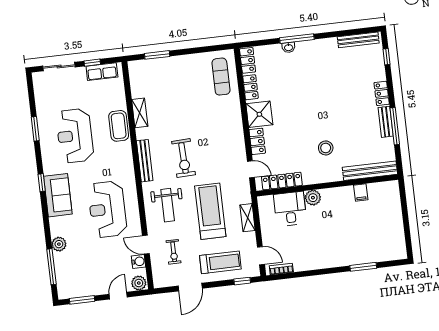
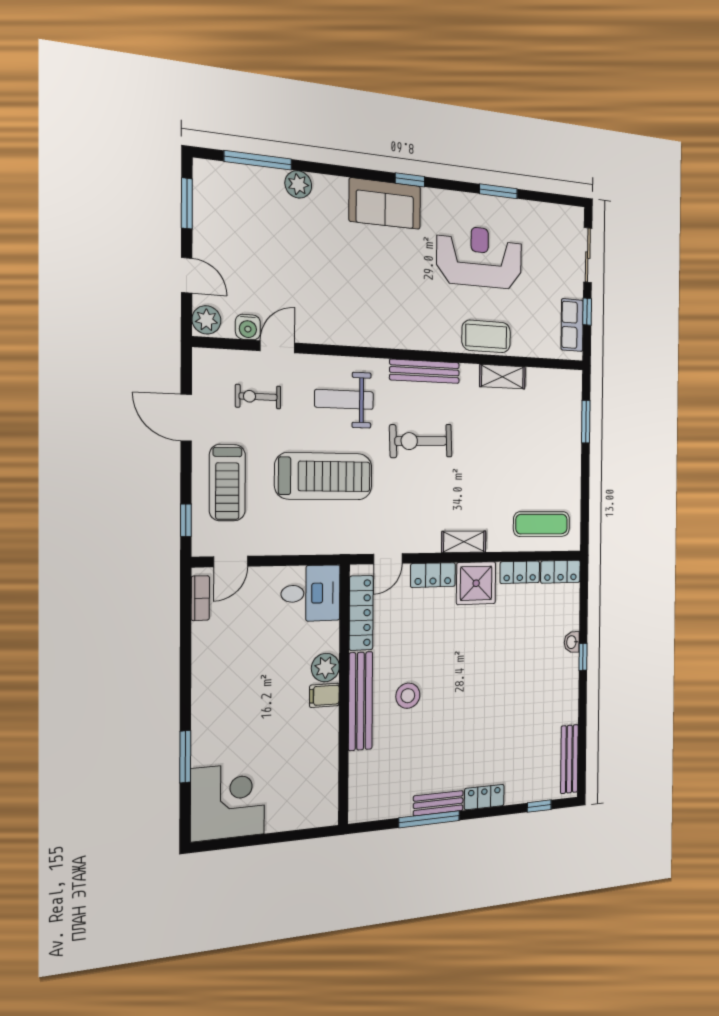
window: (297, 39) -> (583, 657), width x0.46
bench: (370, 171) -> (361, 701), moved
filing cabinet: (361, 193) -> (324, 695), moved
reception desk: (107, 209) -> (350, 288), removed
desk: (290, 209) -> (311, 593), moved
shelving: (248, 218) -> (464, 542), moved
corner desk: (386, 242) -> (228, 802), added

